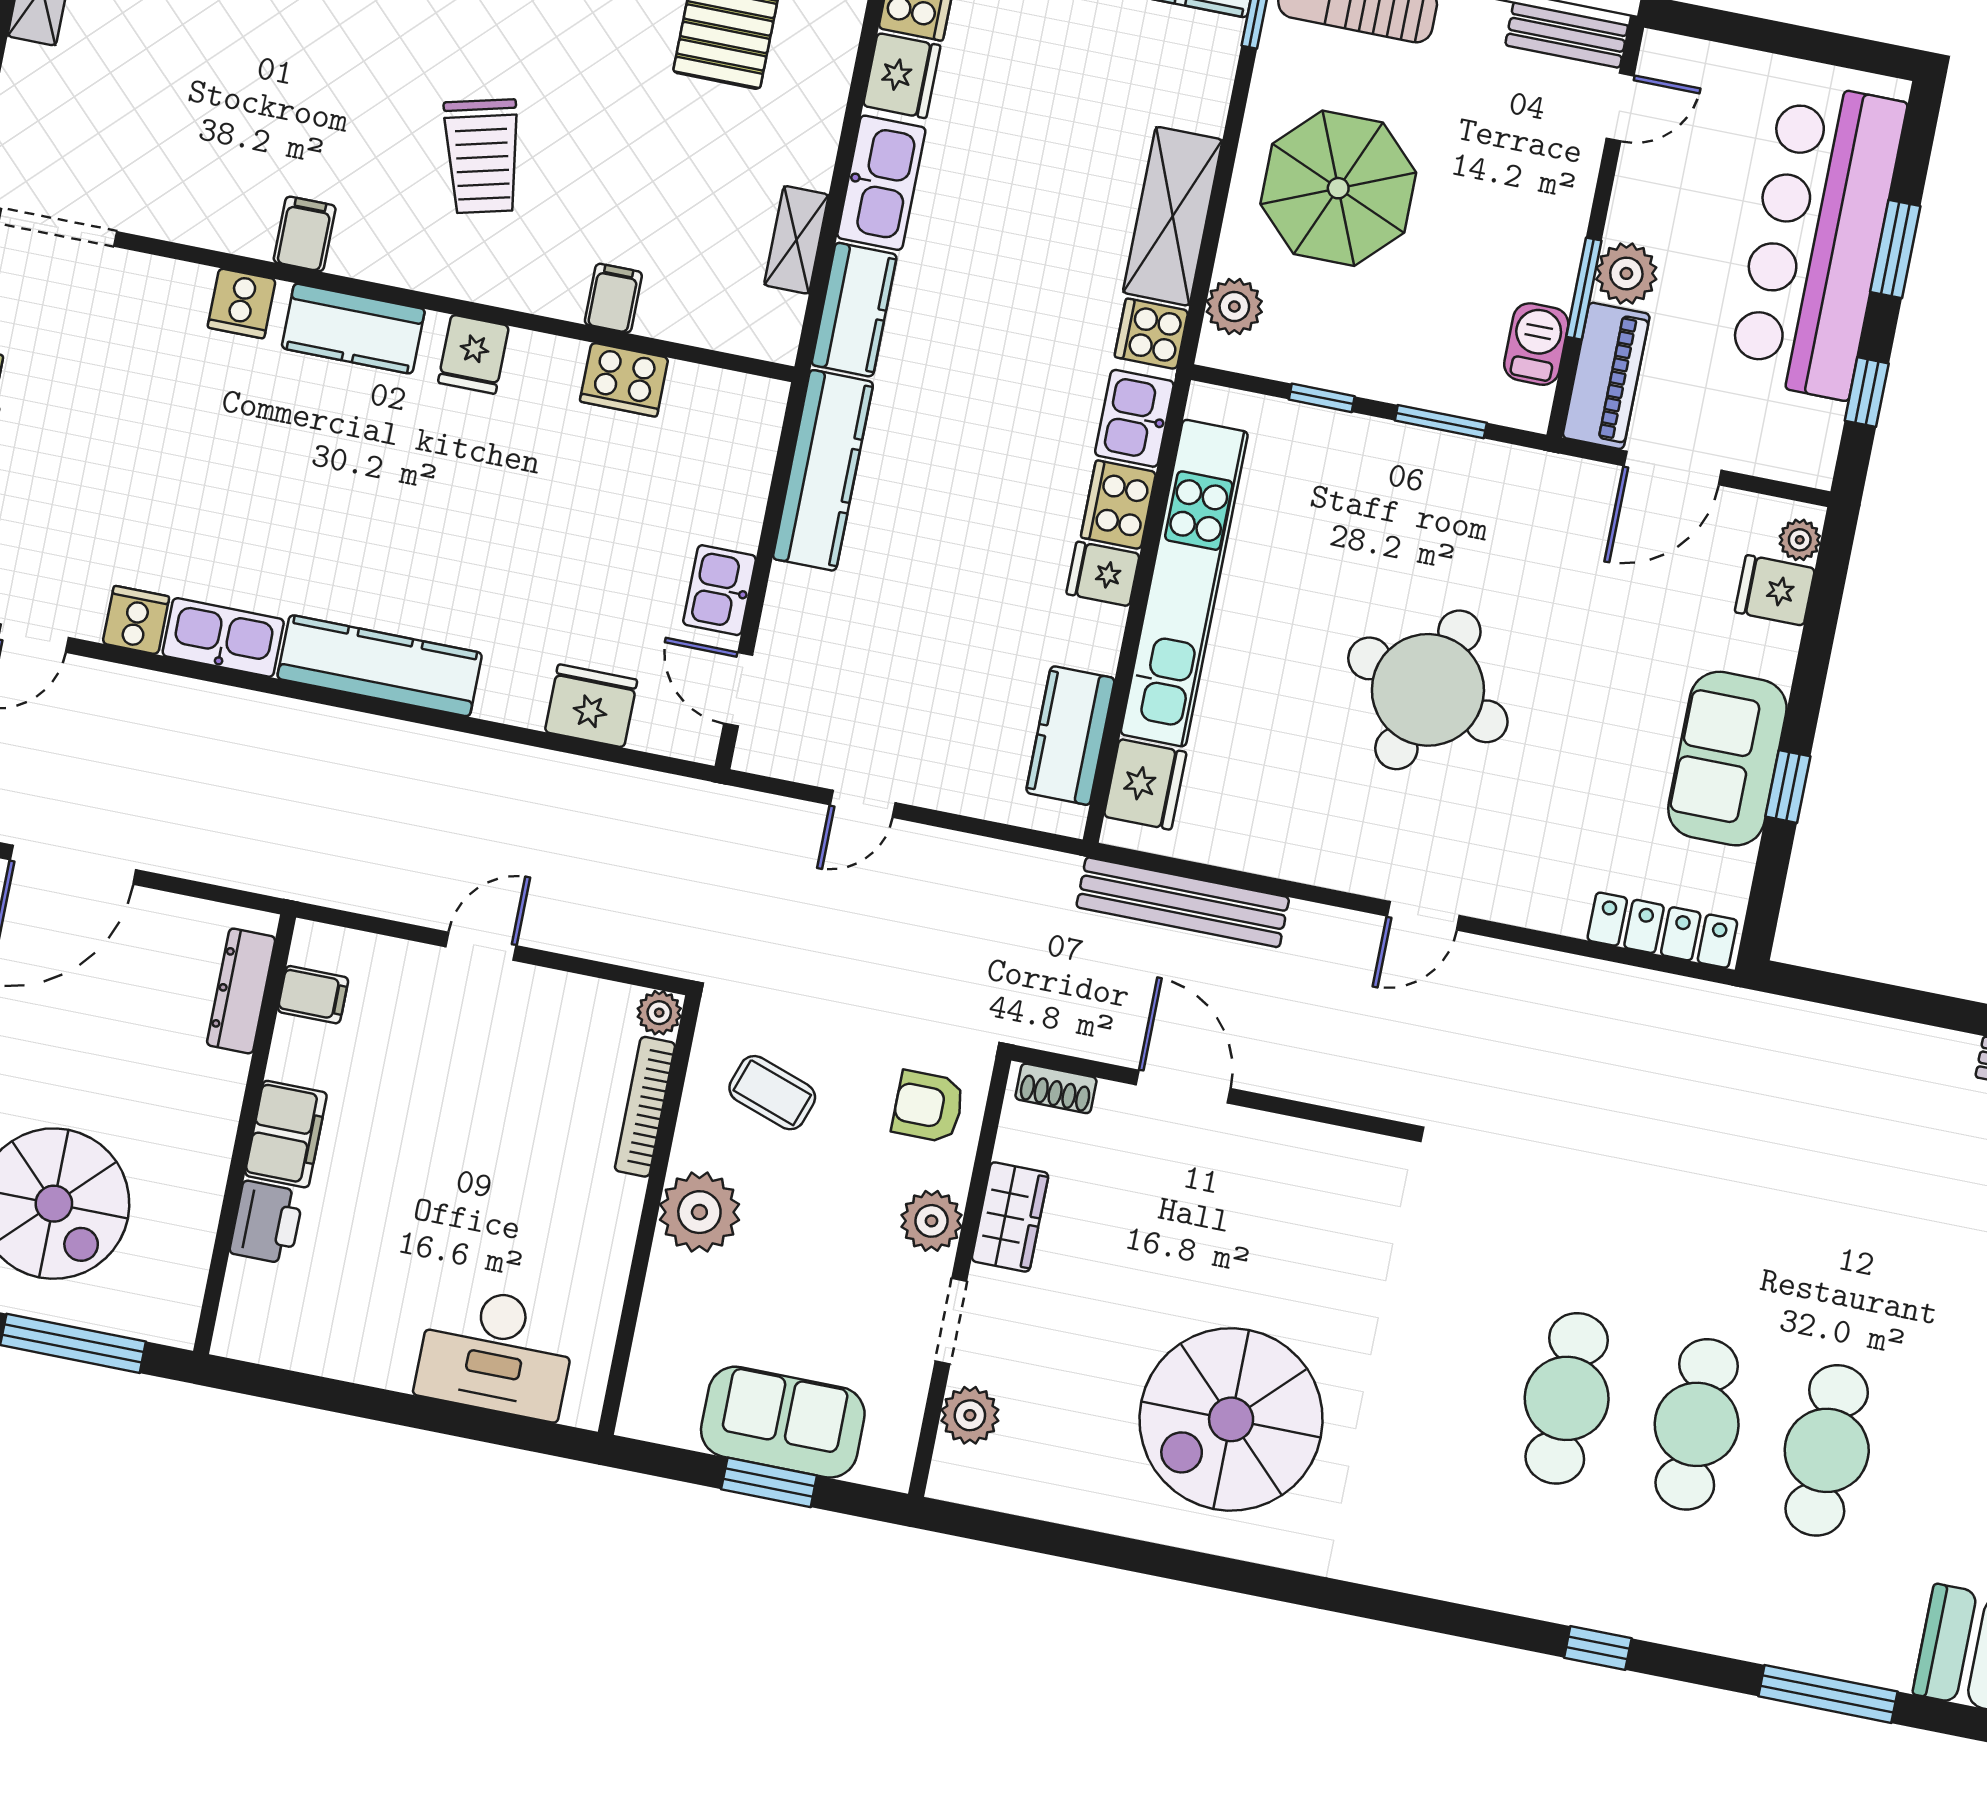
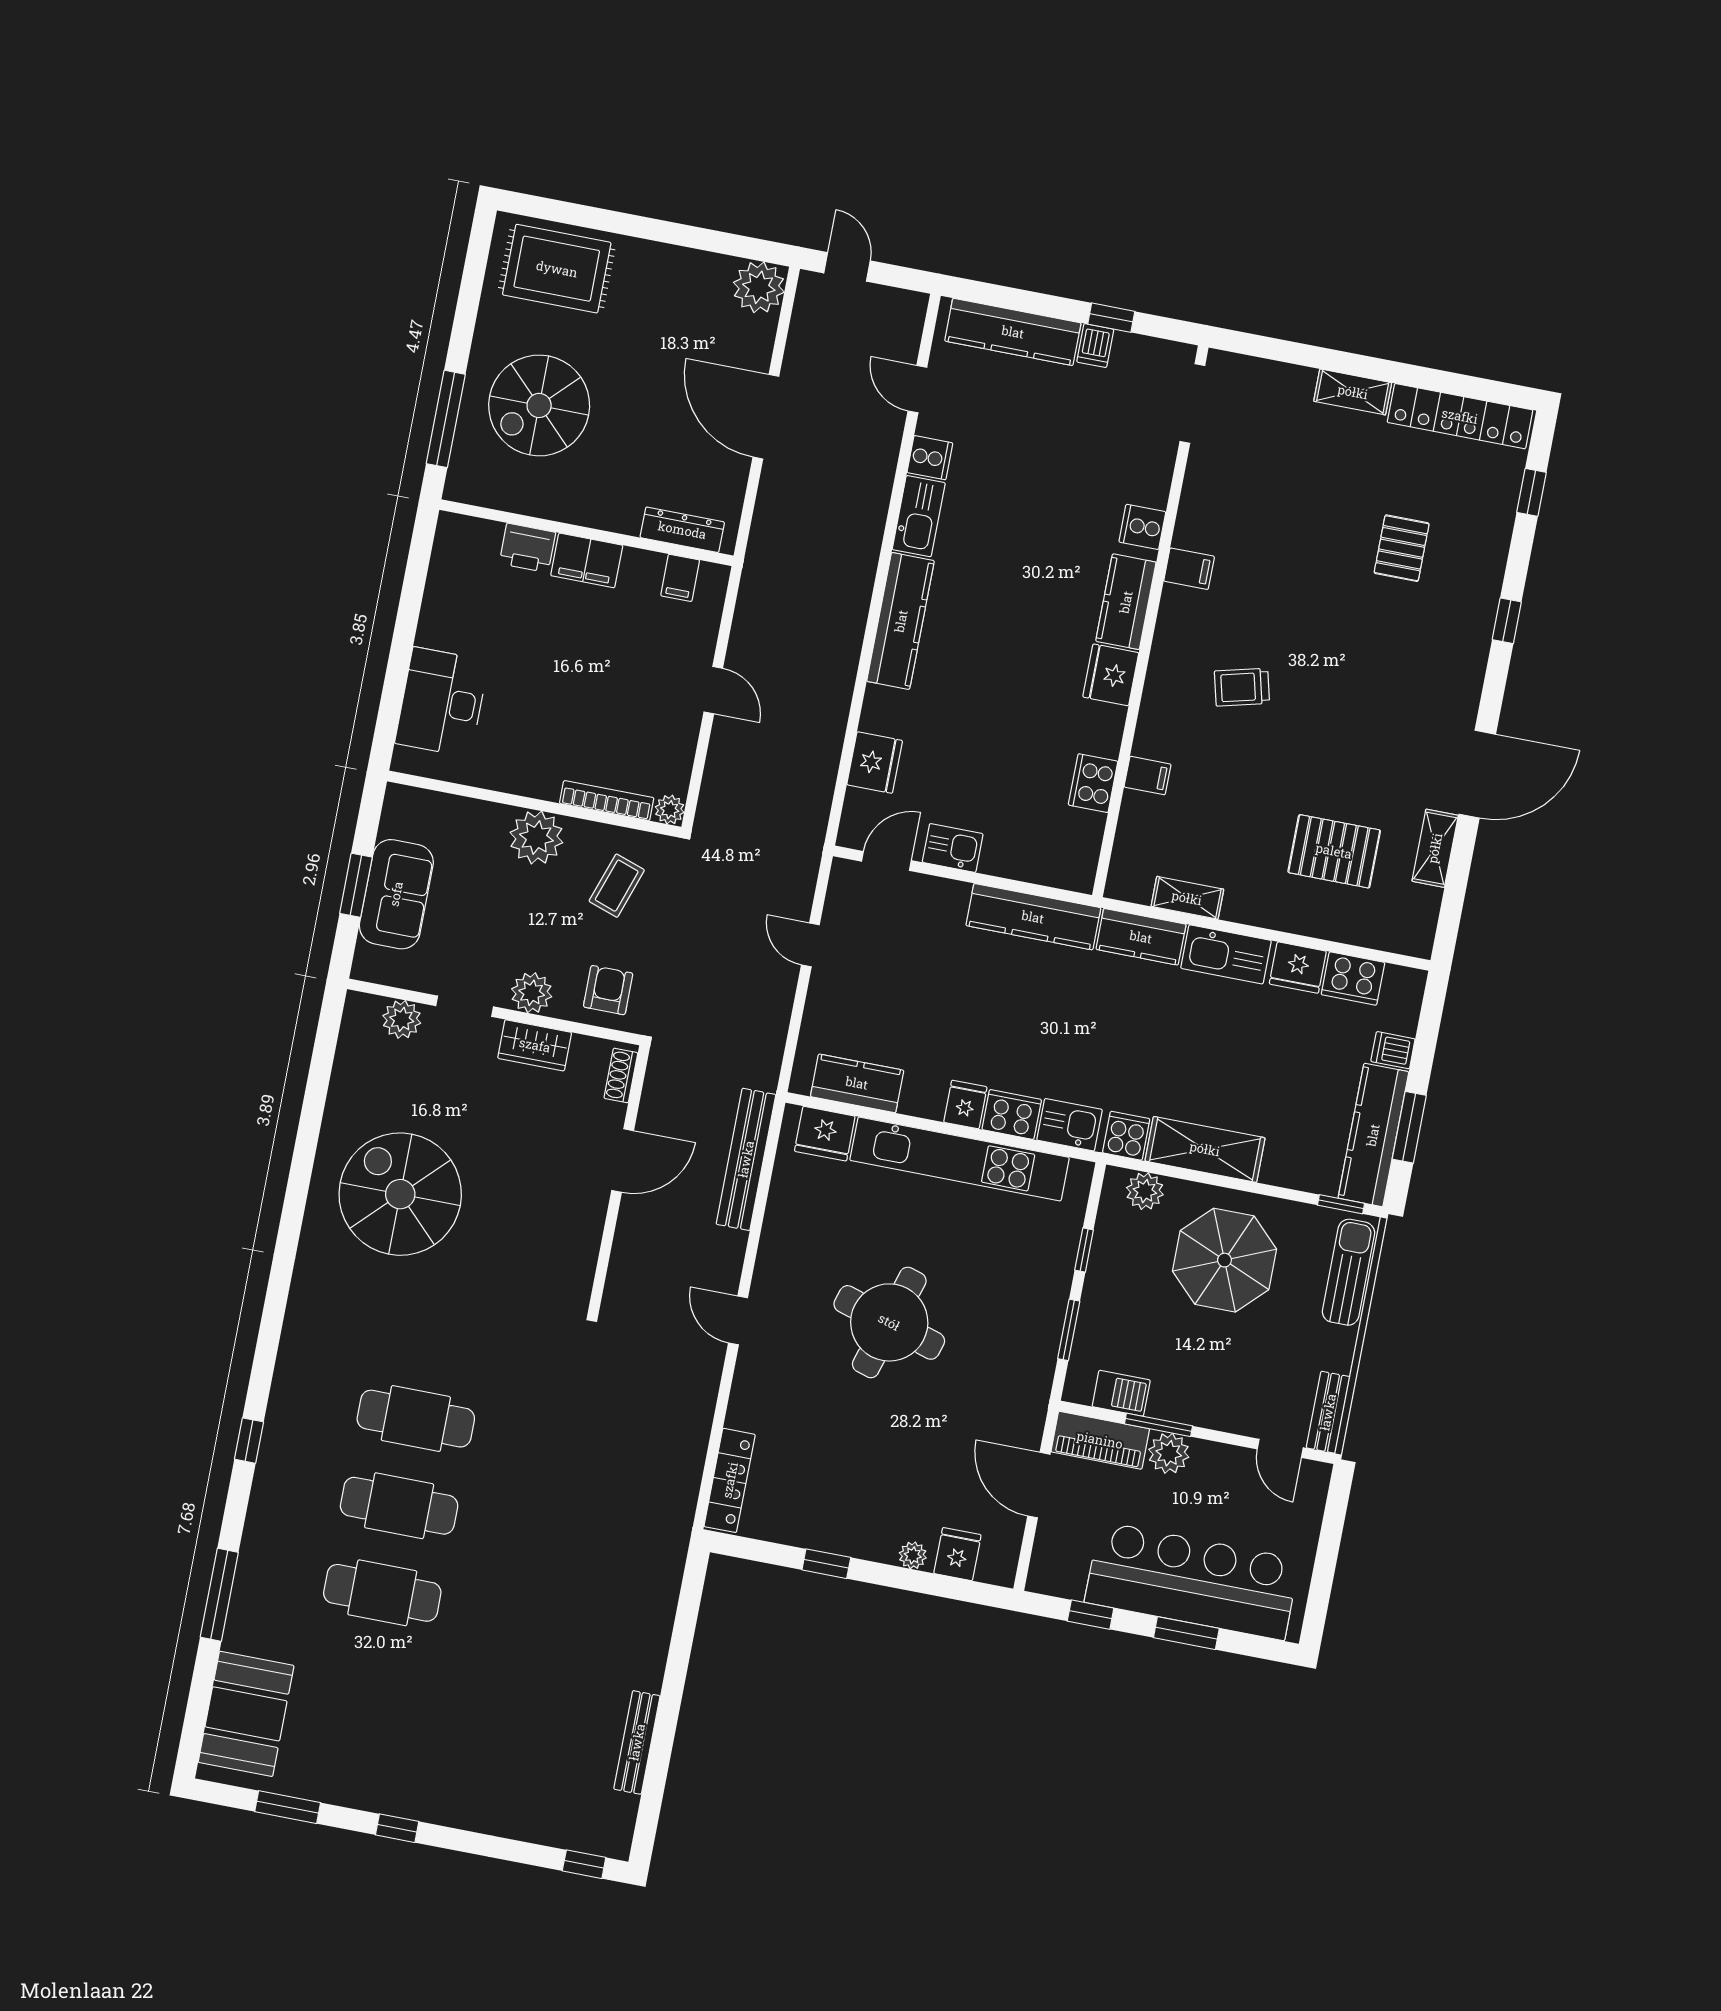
trolley: (482, 156) -> (1242, 687), width x0.73, depth x0.72
fridge: (473, 354) -> (1111, 675), width x1.38
plant: (1800, 540) -> (913, 1555), moved
sofa: (1727, 759) -> (845, 1523), removed

